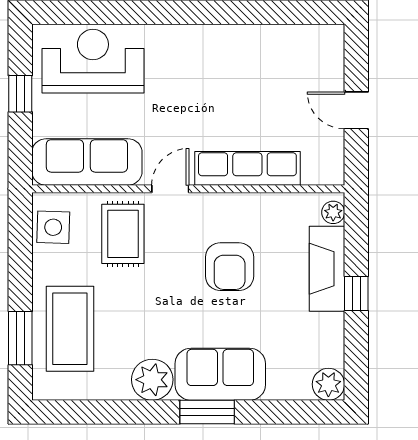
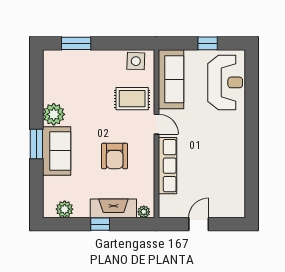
armchair: (230, 267) -> (115, 156), turned -90
coffee table: (70, 329) -> (81, 70), removed
plant: (328, 384) -> (65, 209), moved

